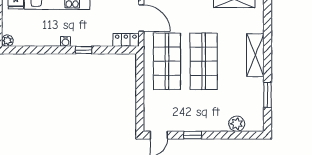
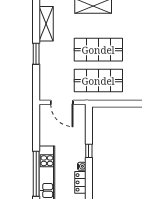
door: (141, 18) -> (62, 102), swing flipped
locker: (126, 40) -> (80, 182), moved

